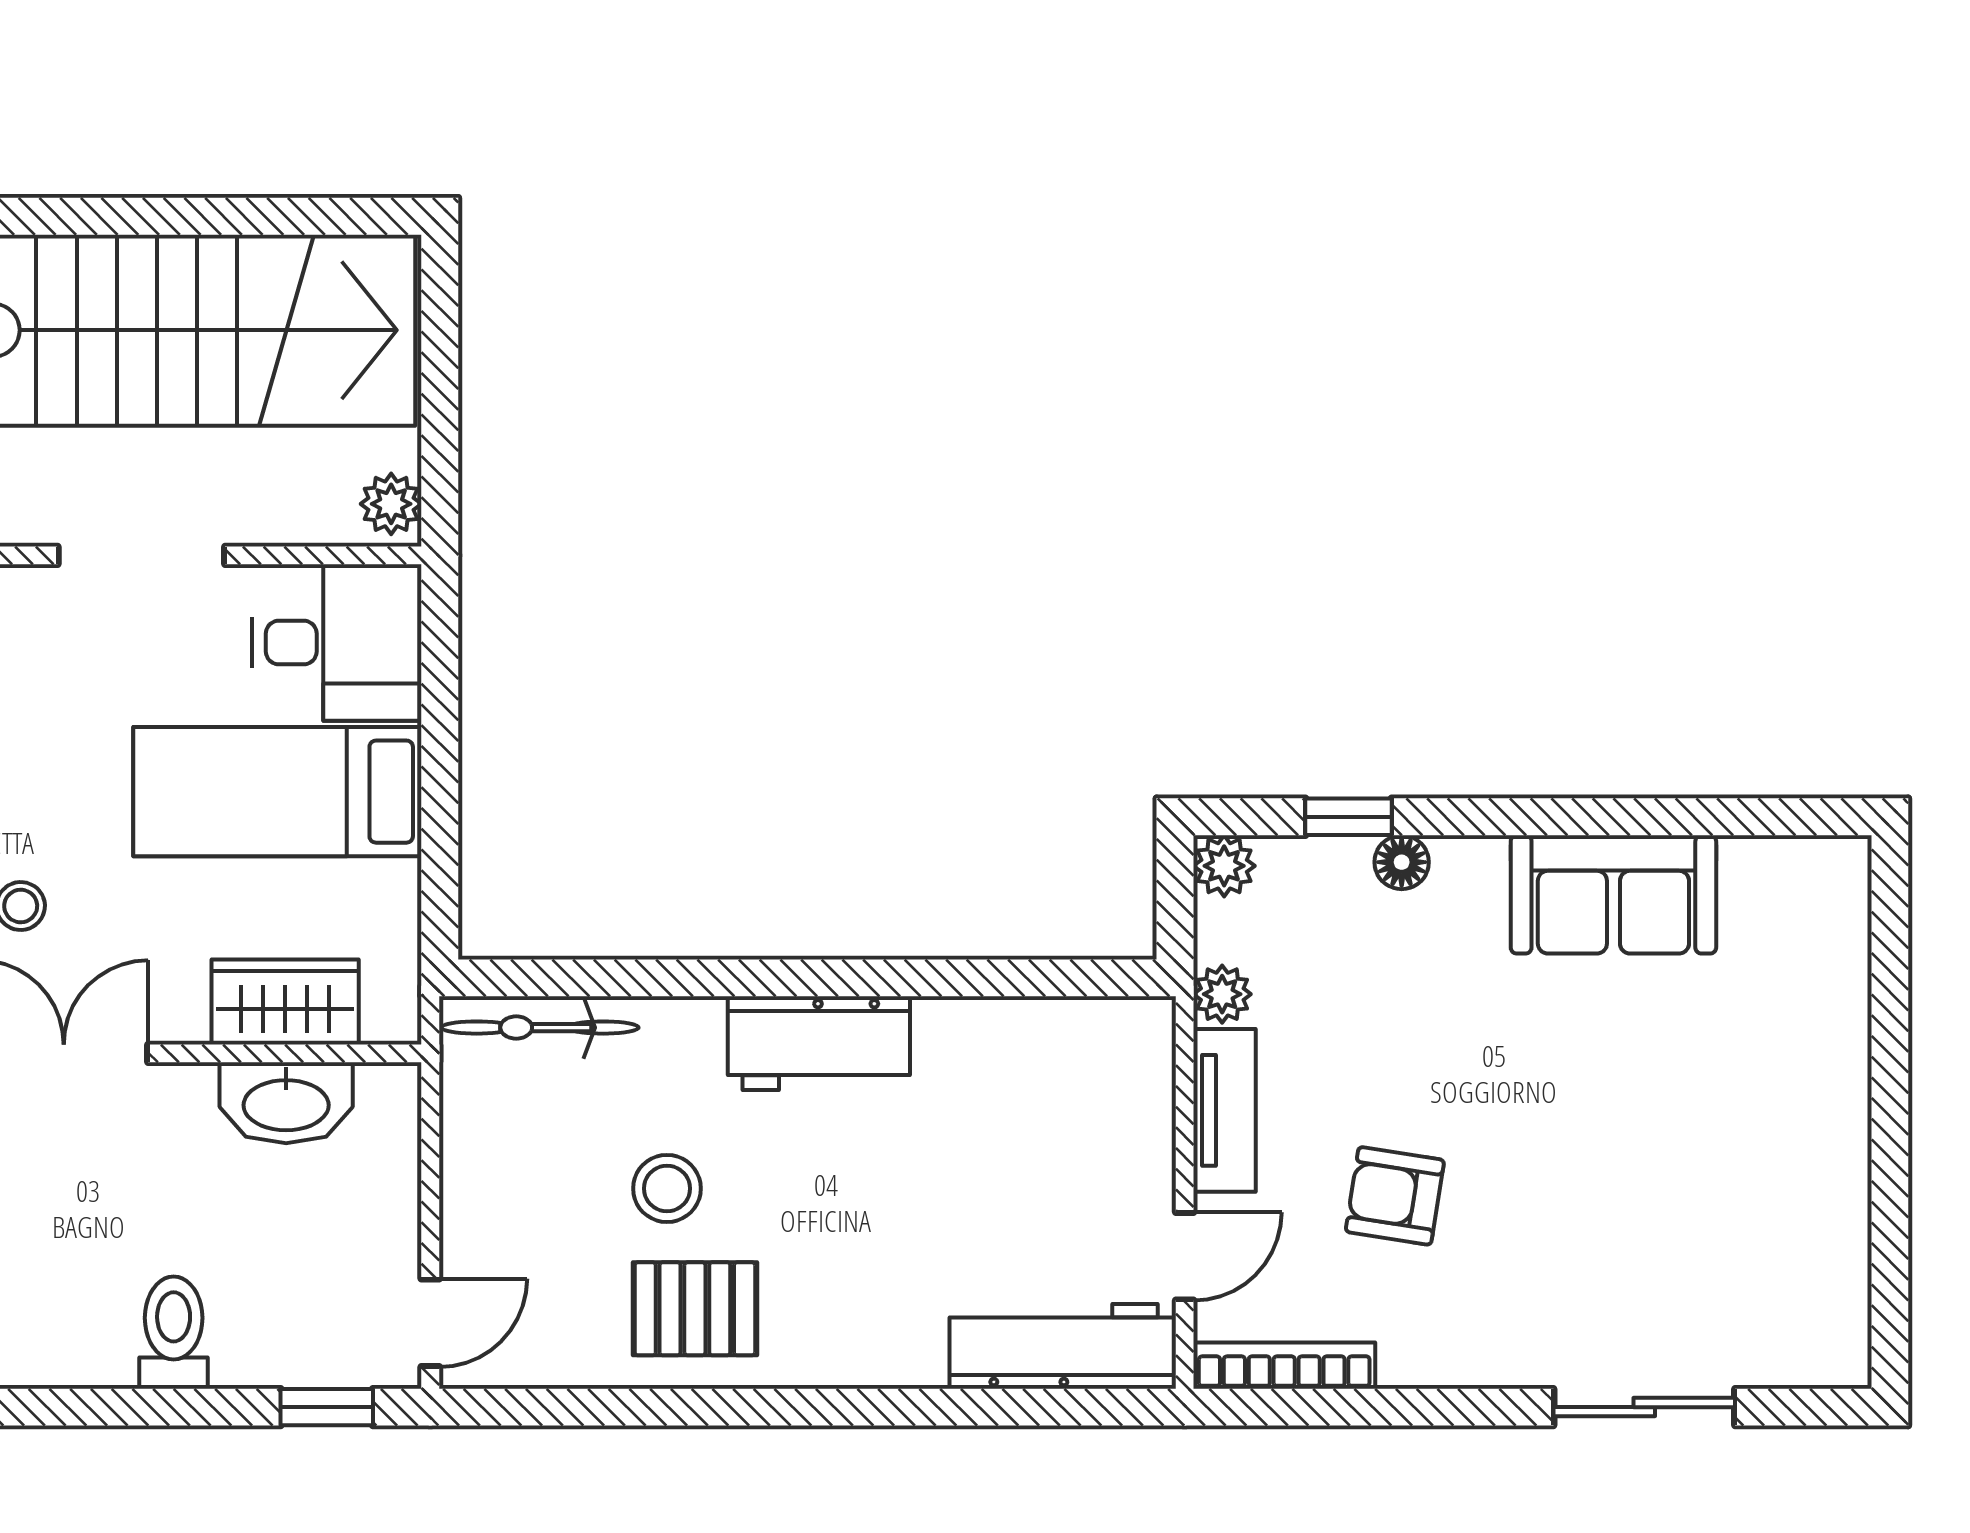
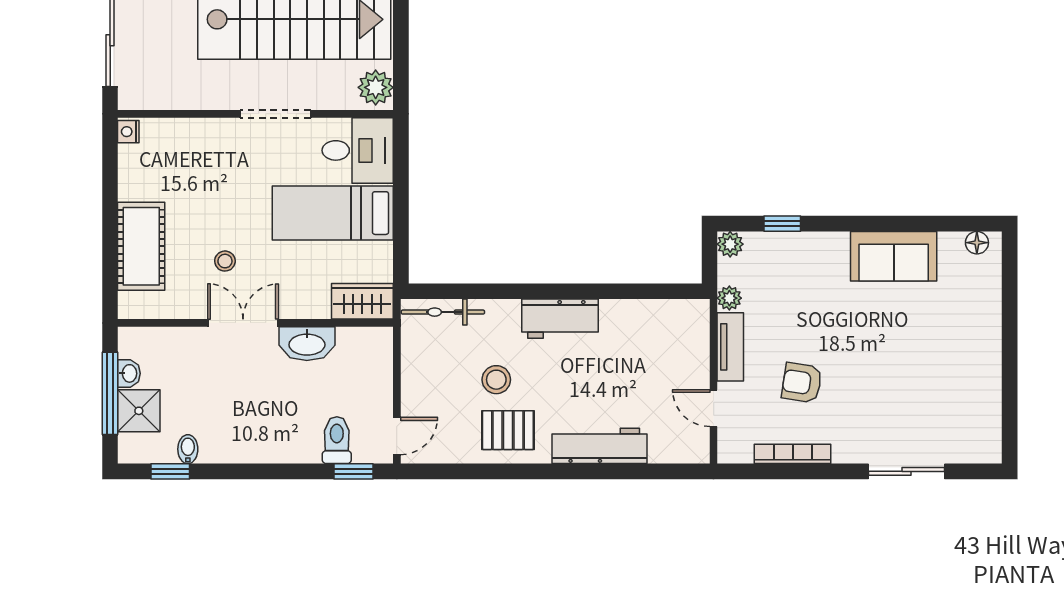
plant: (391, 504) -> (376, 87), width x1.38, depth x1.38
floor lamp: (1402, 862) -> (977, 243), moved
wardrobe: (285, 1002) -> (362, 301), moved
washbasin: (286, 1103) -> (307, 344), moved
door: (1185, 1256) -> (714, 408), swing flipped
toilet: (174, 1333) -> (337, 440), moved
workbench: (1063, 1346) -> (599, 446), moved
bookcase: (1284, 1366) -> (793, 454), moved

